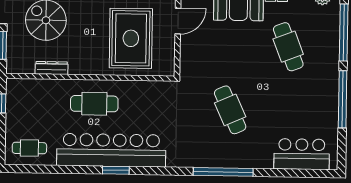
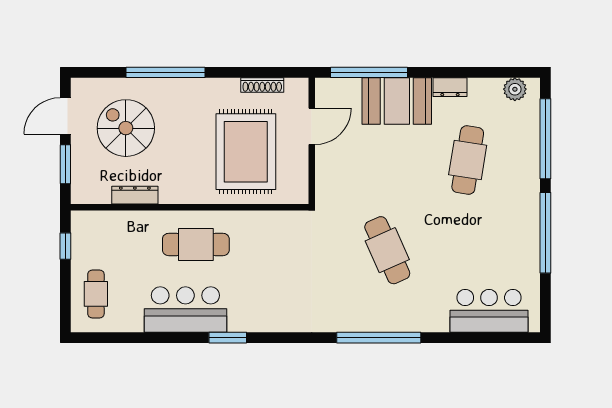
cafe table: (288, 47) -> (468, 160), turned 30
cafe table: (29, 148) -> (96, 294), moved, turned 90
bar counter: (111, 150) -> (185, 310), width x0.54

